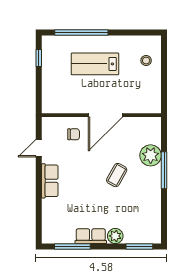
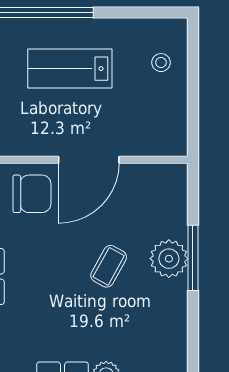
chair: (74, 134) -> (32, 194), width x1.87, depth x1.87
plant: (151, 155) -> (169, 259), moved

